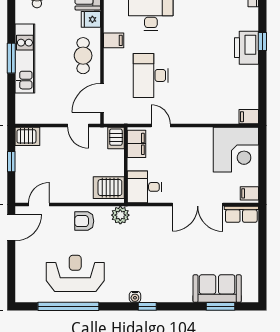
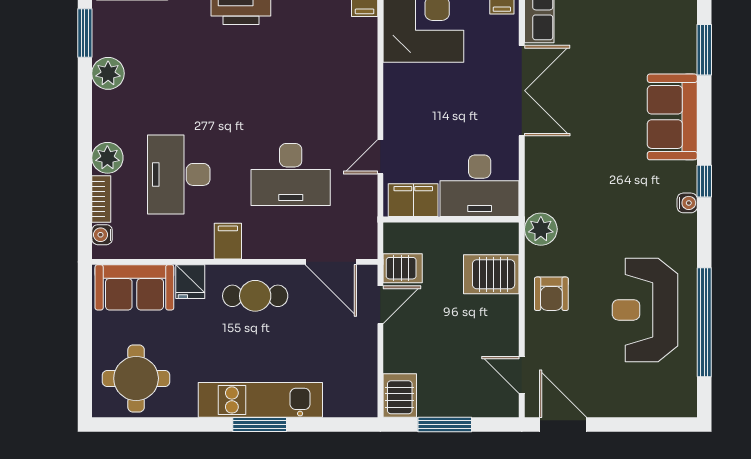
server rack: (116, 138) -> (403, 268), moved
window: (11, 162) -> (445, 424), width x1.50
desk: (145, 187) -> (480, 186), width x1.37
server rack: (109, 188) -> (491, 274), moved, turned 90
sofa: (217, 289) -> (672, 117), moved

